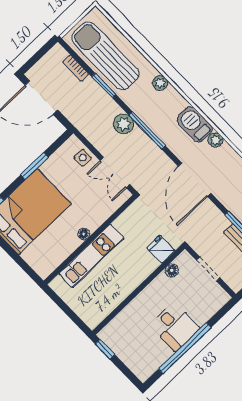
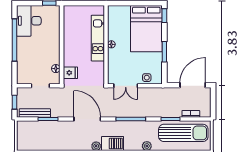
plant: (124, 124) -> (144, 111), removed
double door: (115, 173) -> (126, 86), swing flipped
desk: (175, 326) -> (29, 21), moved, width x1.37

